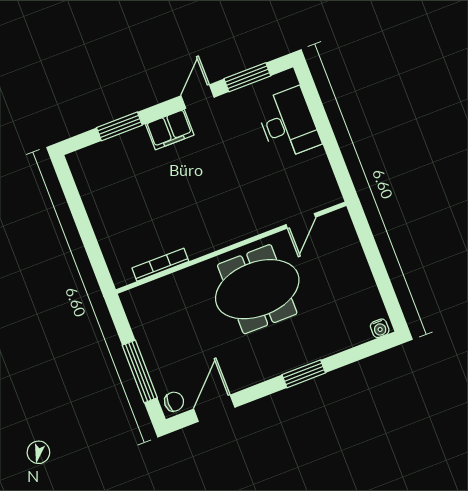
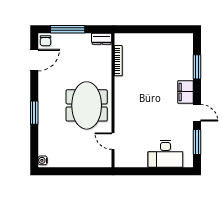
dresser: (134, 307) -> (102, 39), added
door: (214, 408) -> (34, 60), hinge flipped

